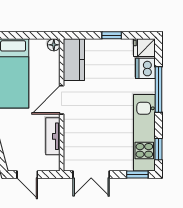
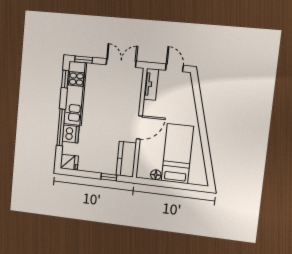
window: (112, 35) -> (109, 177), moved
floor lamp: (54, 45) -> (156, 175), moved
dishwasher: (145, 68) -> (71, 134), moved
tv unit: (53, 136) -> (151, 84), moved

